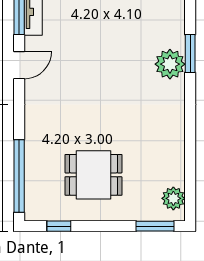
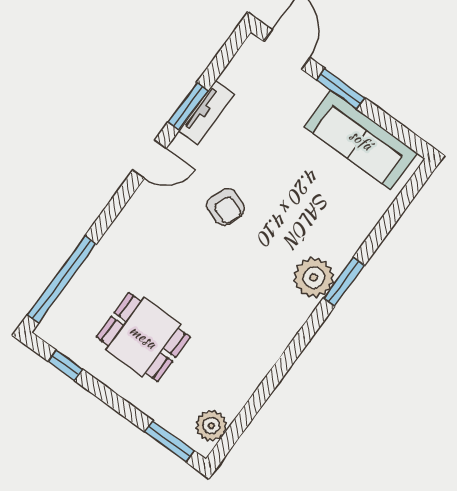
armchair: (86, 60) -> (226, 207), added

